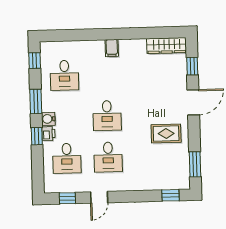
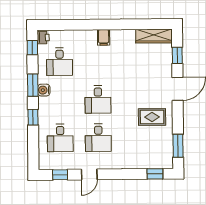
water cooler: (48, 119) -> (44, 90), moved
printer: (48, 134) -> (43, 38), moved

